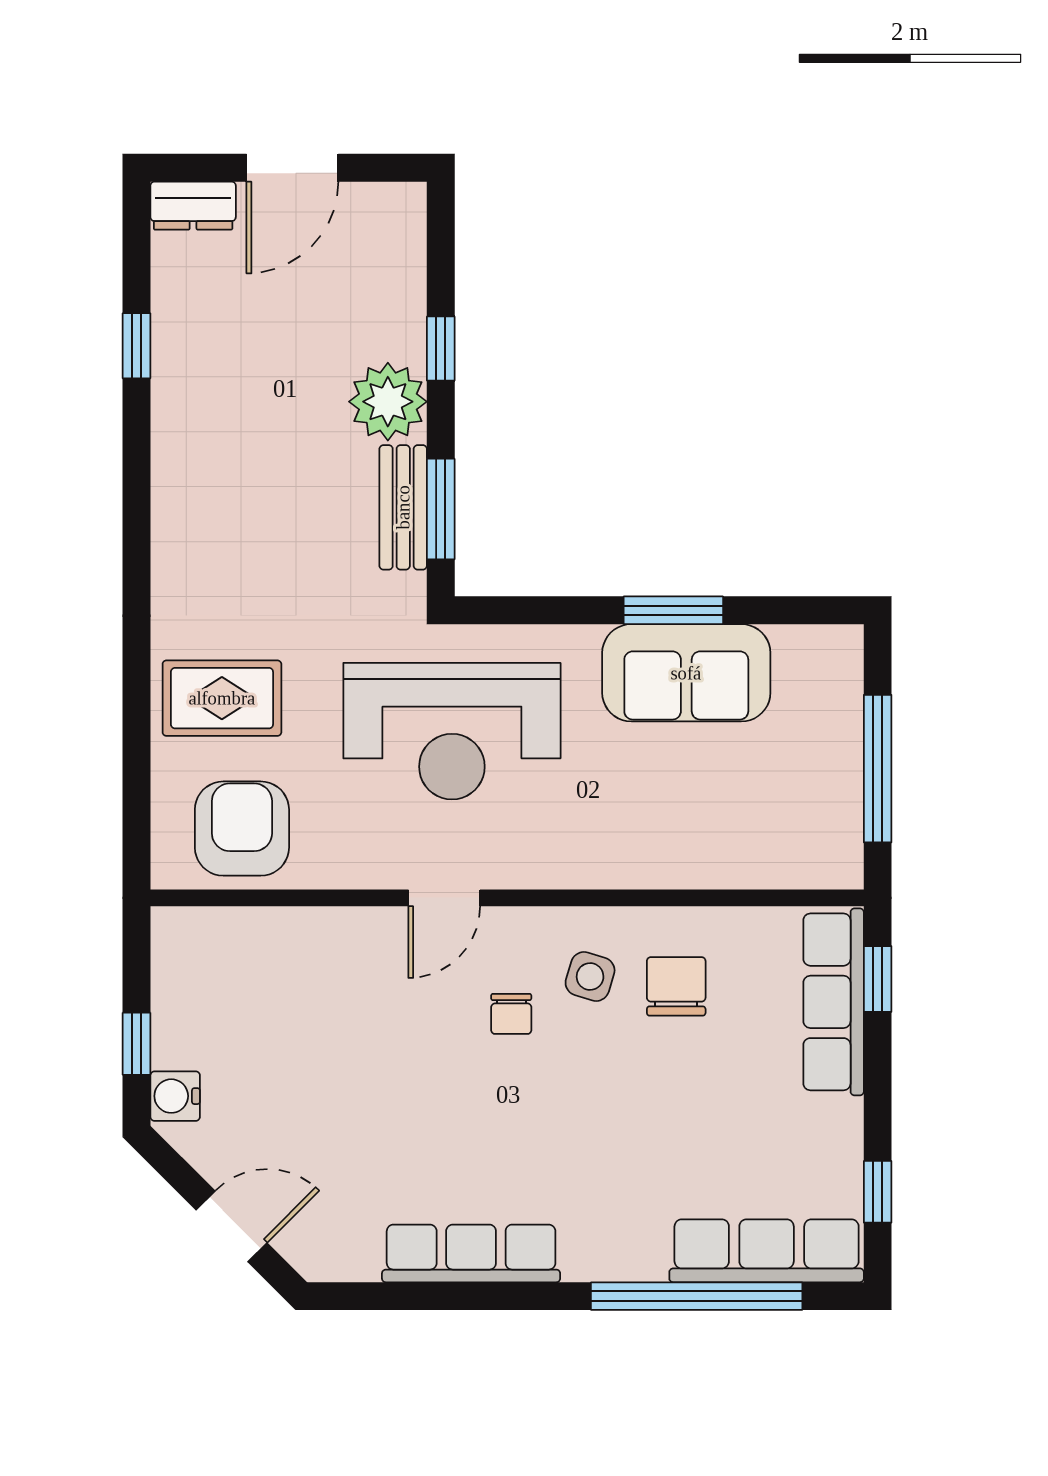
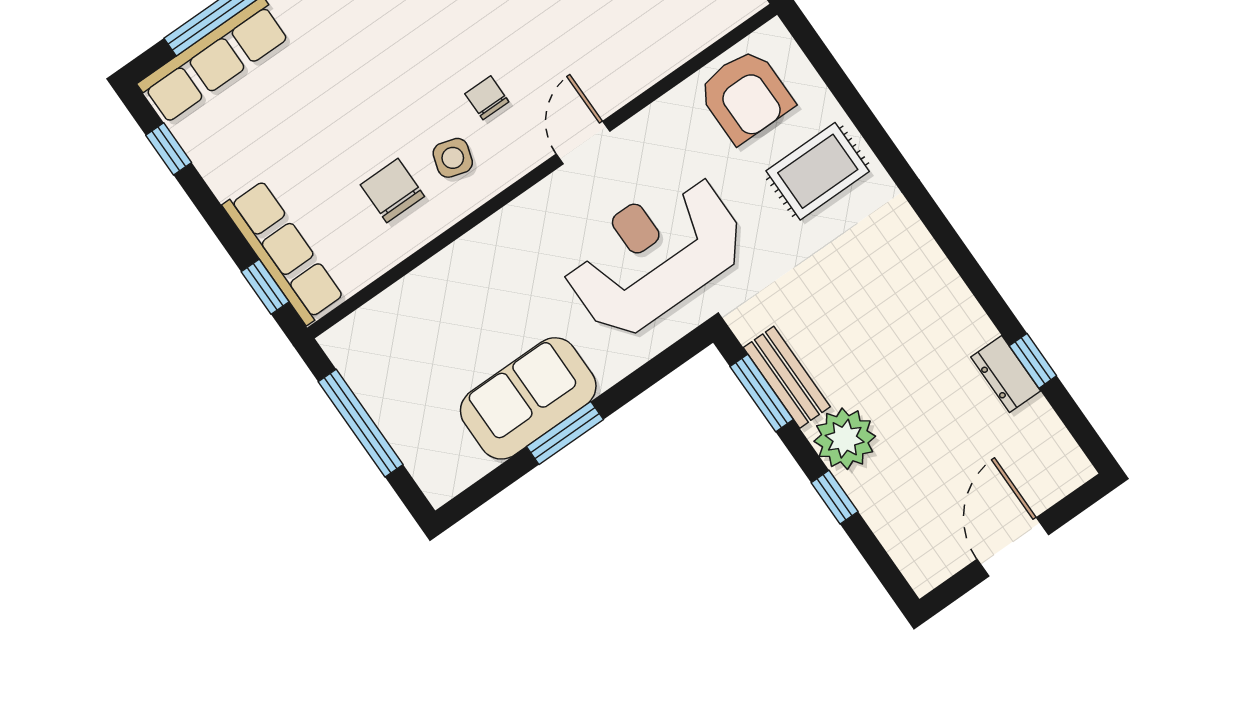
dresser: (193, 206) -> (1006, 374), moved, turned -90
chair: (676, 986) -> (392, 191), turned 180

